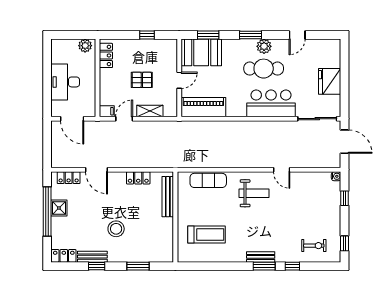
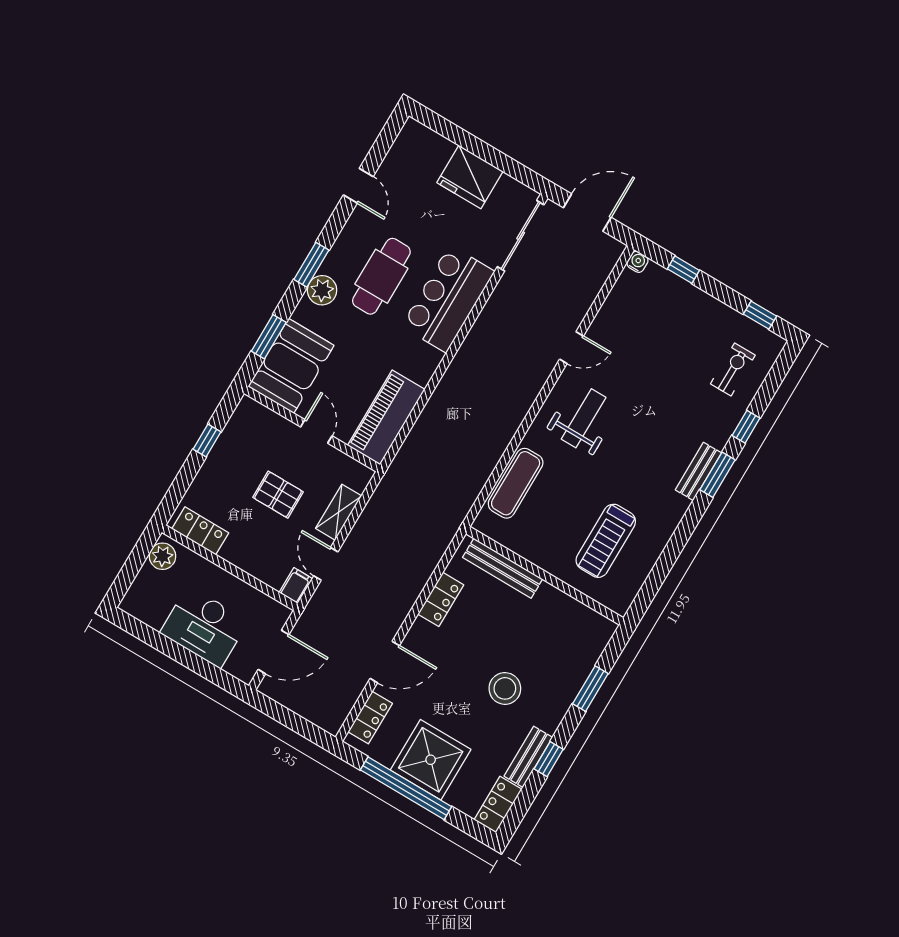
plant: (264, 46) -> (322, 290), moved
pallet: (142, 80) -> (278, 495), turned 90
shower: (59, 208) -> (431, 760), width x1.86, depth x1.86
treadmill: (206, 235) -> (606, 541), turned 180

